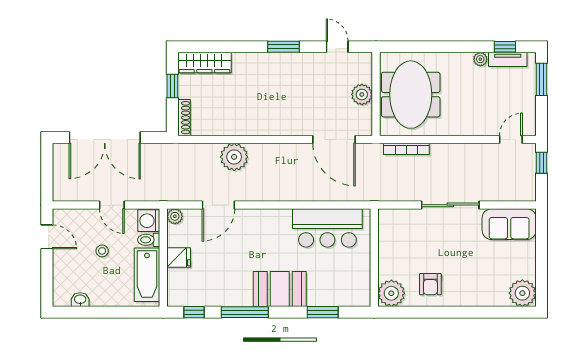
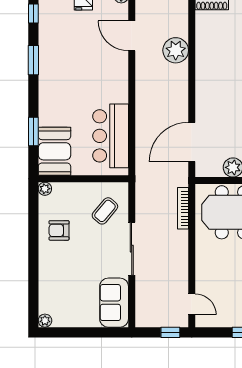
coffee table: (409, 234) -> (105, 211), added
booth: (280, 289) -> (54, 151), moved
plant: (391, 293) -> (45, 189), width x0.53, depth x0.53
plant: (522, 293) -> (45, 321), width x0.53, depth x0.53
window: (245, 312) -> (33, 60), width x0.69

